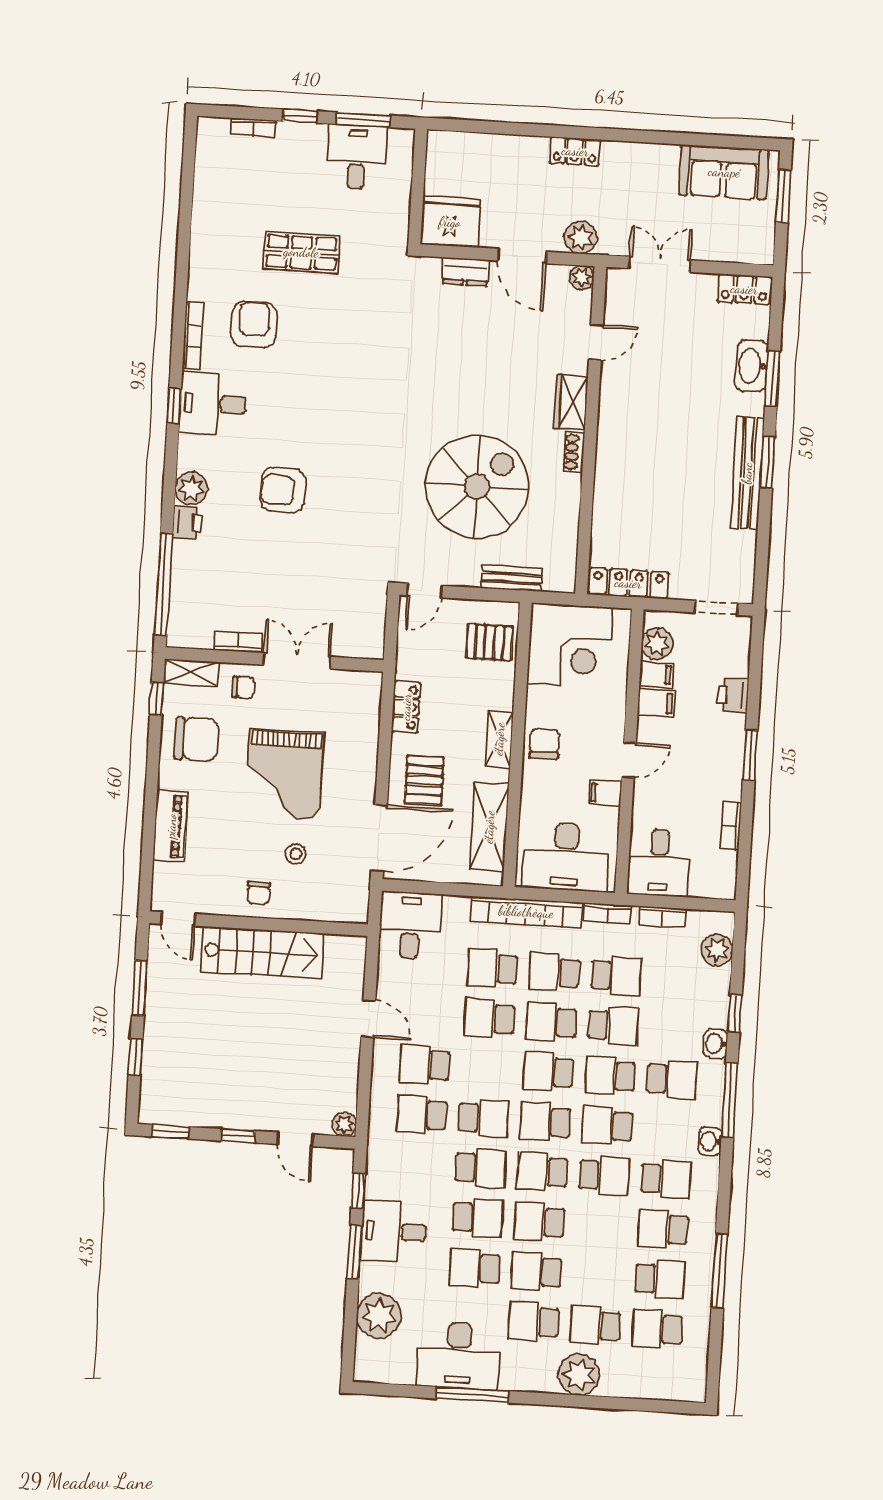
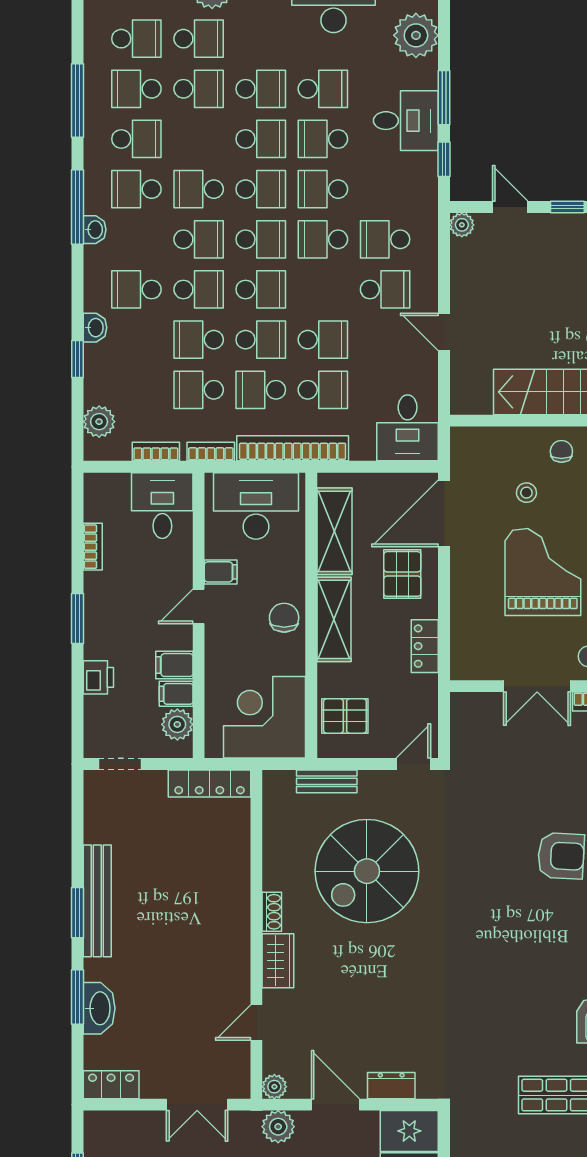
shelving: (499, 739) -> (334, 619), width x1.50, depth x1.33
chair: (544, 744) -> (284, 618), turned 180
school desk: (554, 972) -> (261, 390), turned 180
window: (730, 1100) -> (77, 207), moved
school desk: (422, 1114) -> (385, 239), turned 180
school desk: (533, 1322) -> (199, 89), moved

